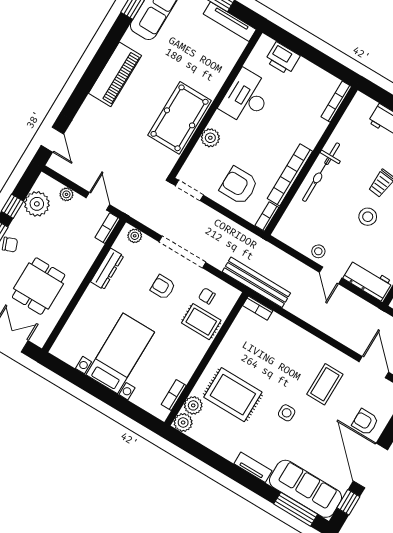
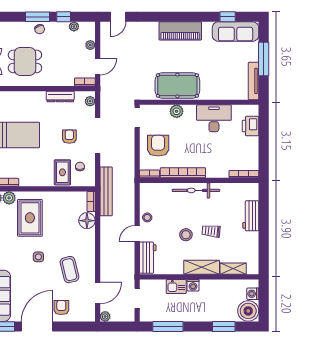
plant: (37, 204) -> (74, 26), width x0.53, depth x0.53
floor lamp: (278, 327) -> (87, 221), added
coffee table: (325, 384) -> (69, 270), turned 76

